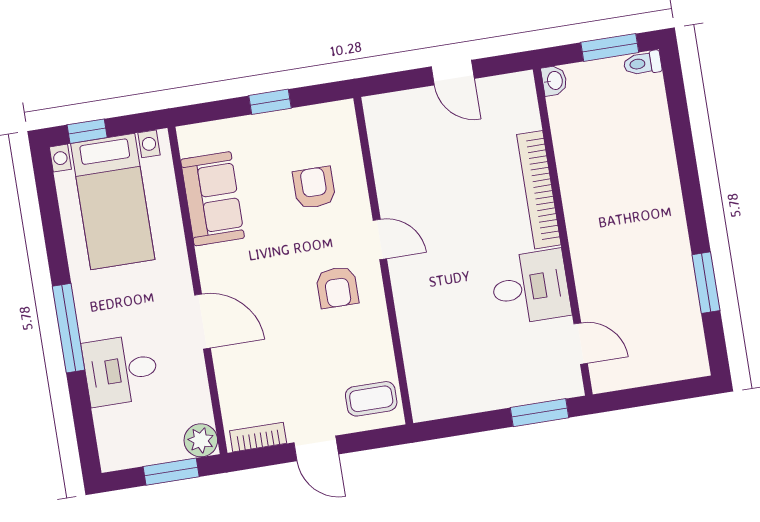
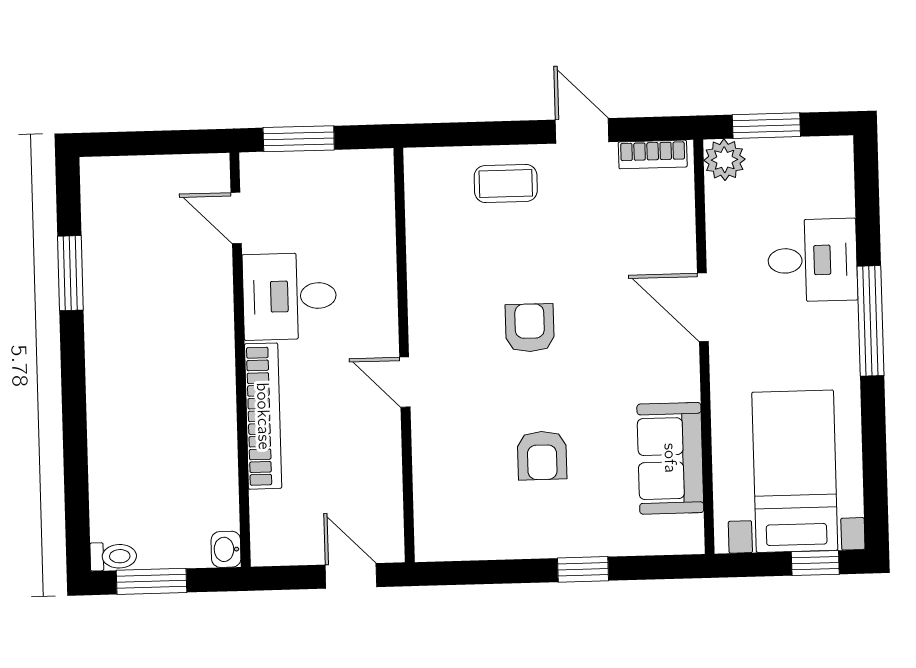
door: (380, 239) -> (405, 382), moved
wall: (383, 261) -> (404, 355), moved

